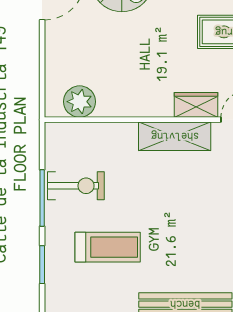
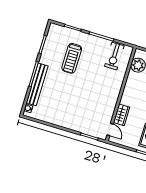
shelving: (175, 136) -> (111, 102), removed
exercise bike: (76, 186) -> (114, 56), moved

